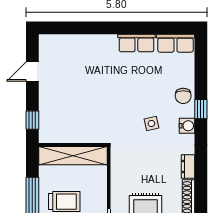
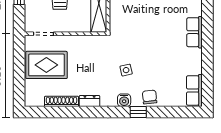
row of seats: (136, 43) -> (194, 32), moved
chair: (183, 96) -> (150, 97), turned 84

